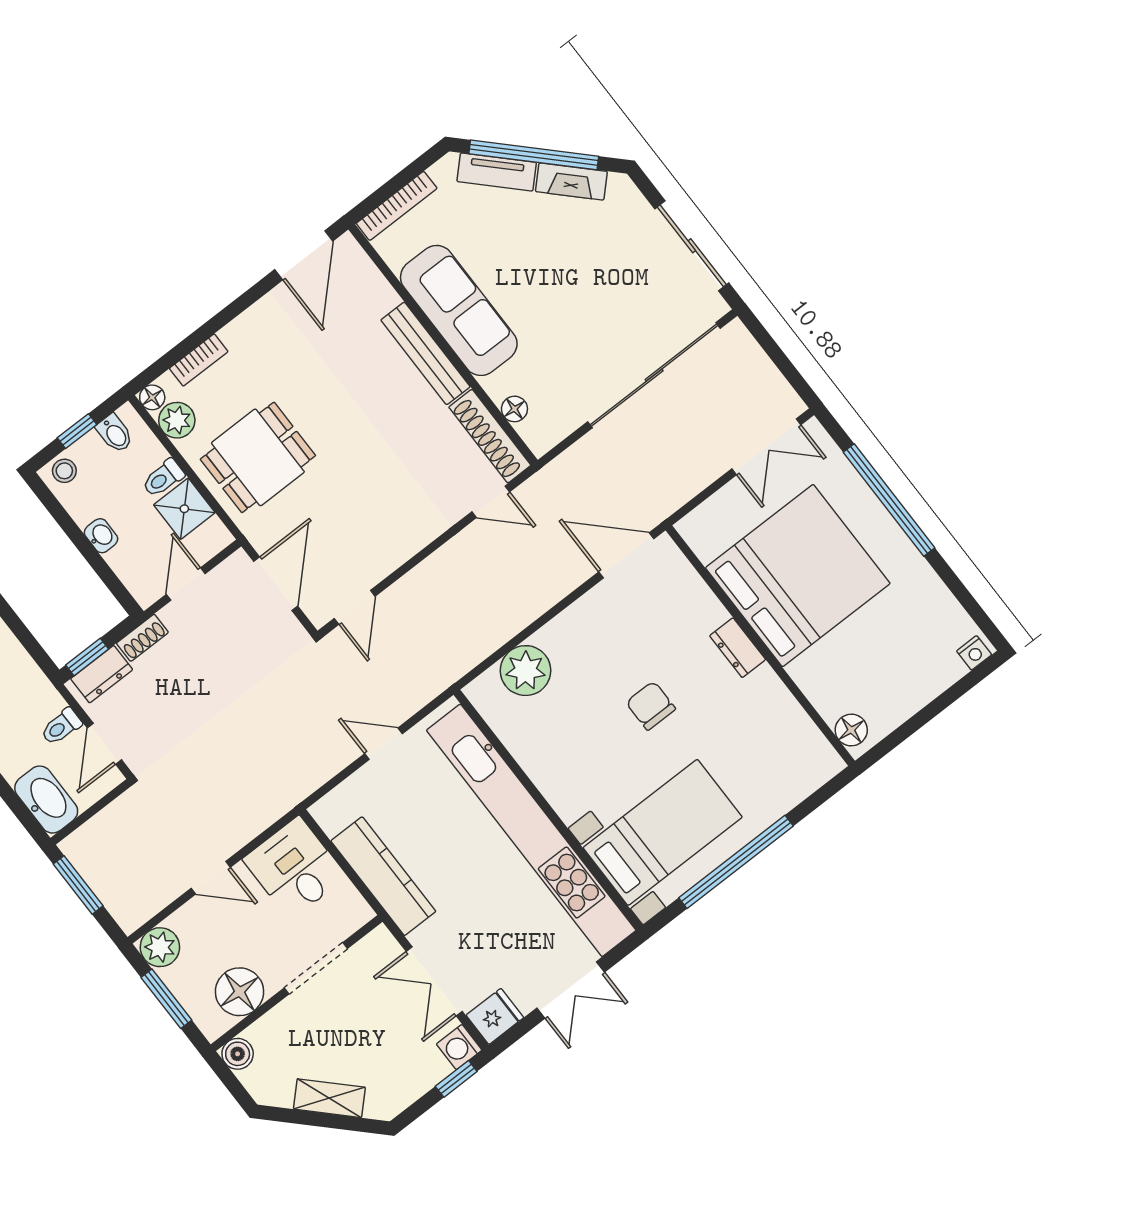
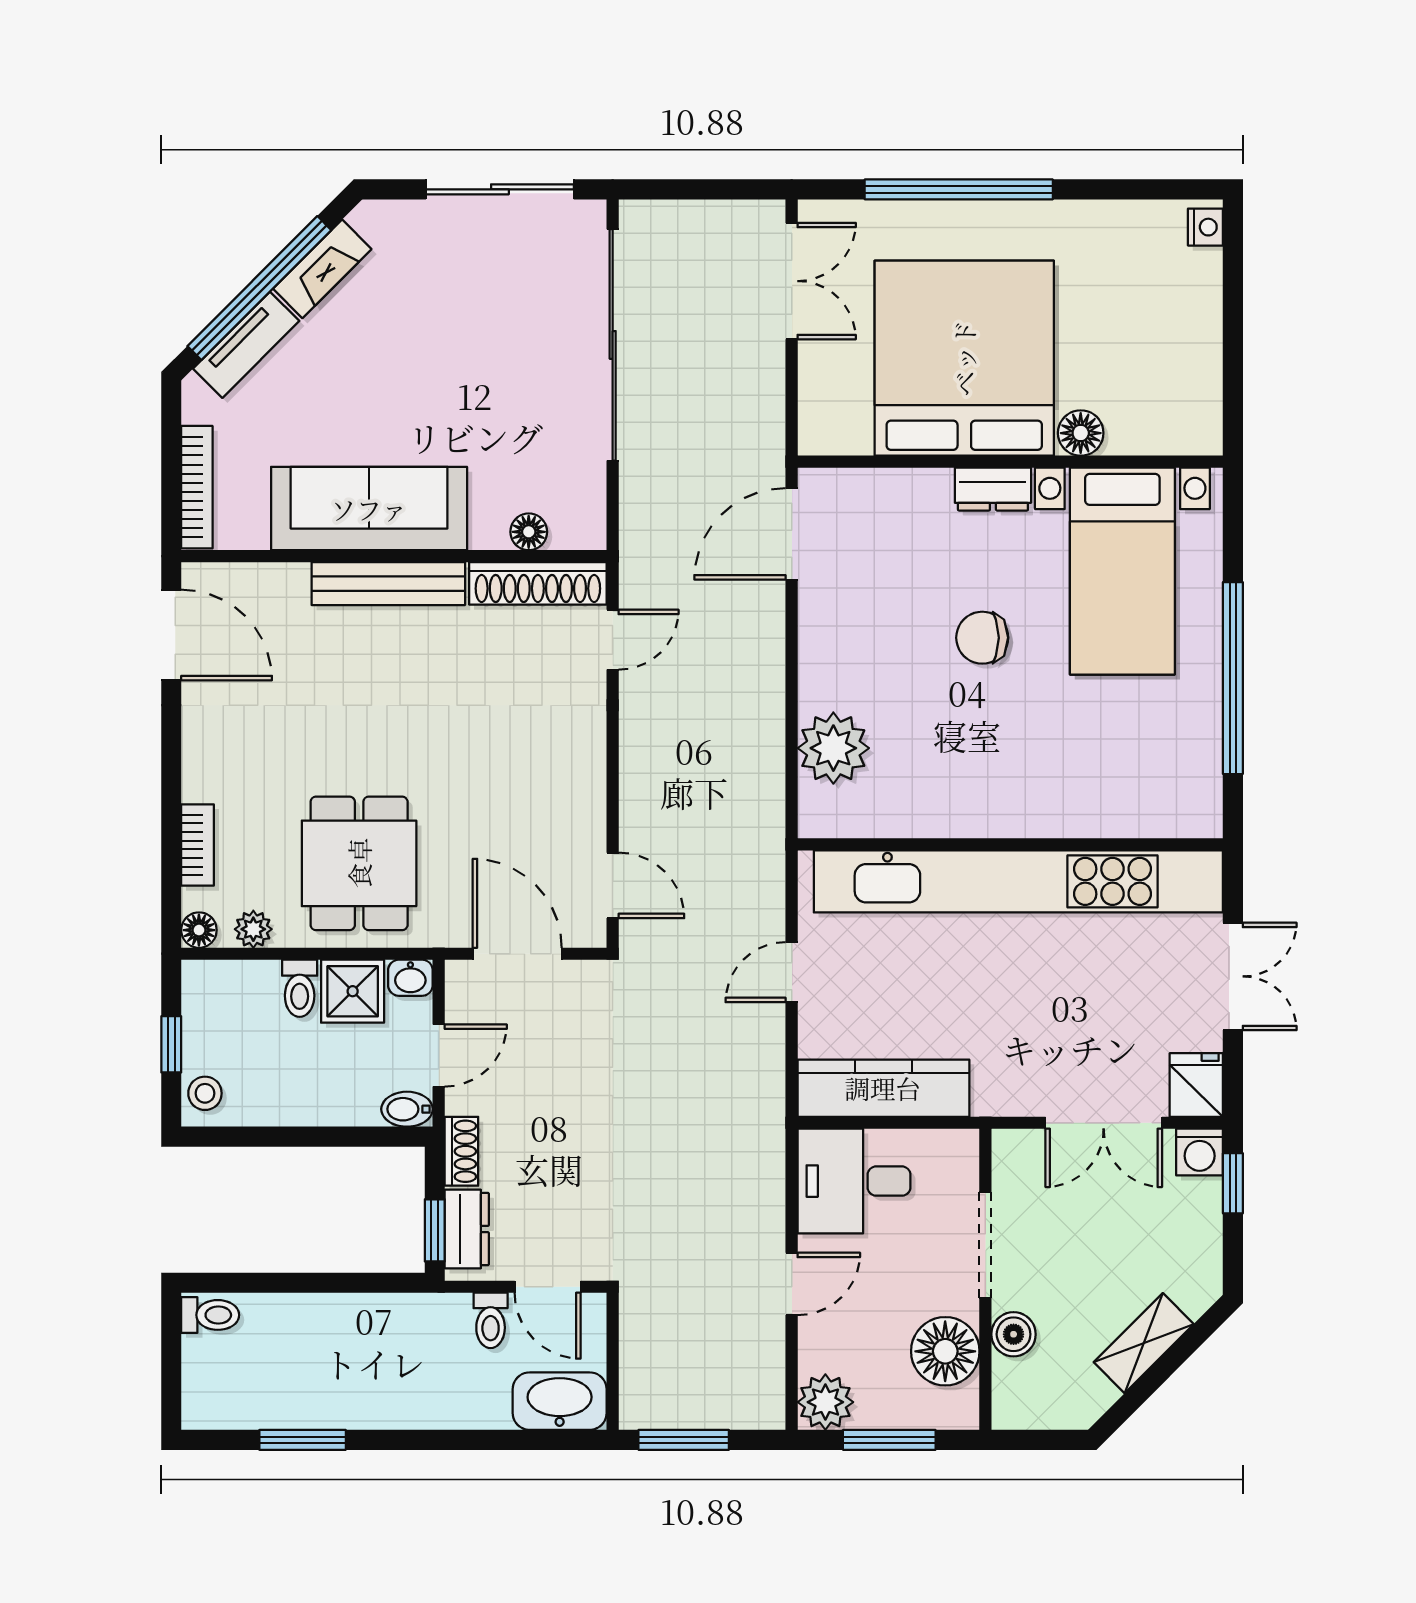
plant: (177, 420) -> (253, 929), width x0.73, depth x0.73
bidet: (115, 434) -> (407, 1109), moved, turned 180
washbasin: (101, 536) -> (410, 978), moved, turned 180
door: (186, 584) -> (439, 1055), swing flipped
floor lamp: (851, 730) -> (1081, 433), moved
bed with nightstands: (663, 832) -> (1122, 571), moved, turned 180
kitchen counter: (383, 876) -> (883, 1088), moved
boiler: (238, 1054) -> (1014, 1334), moved

